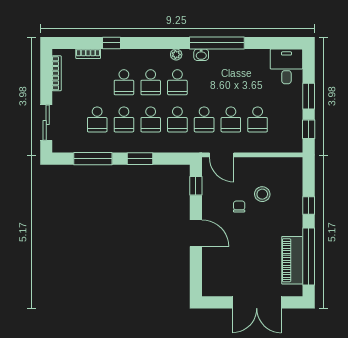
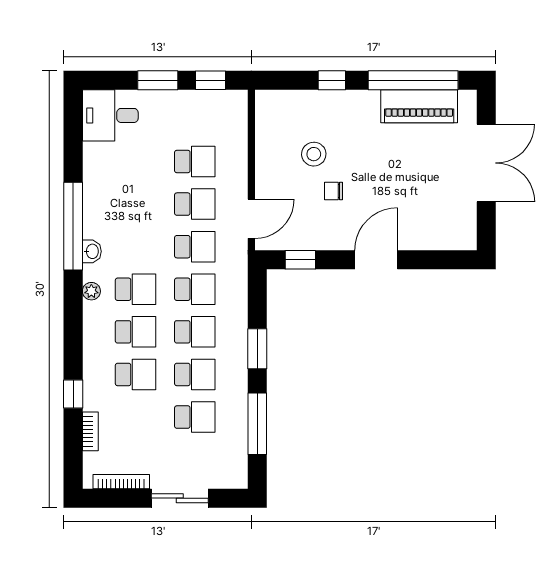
sliding door: (46, 123) -> (180, 498), moved

